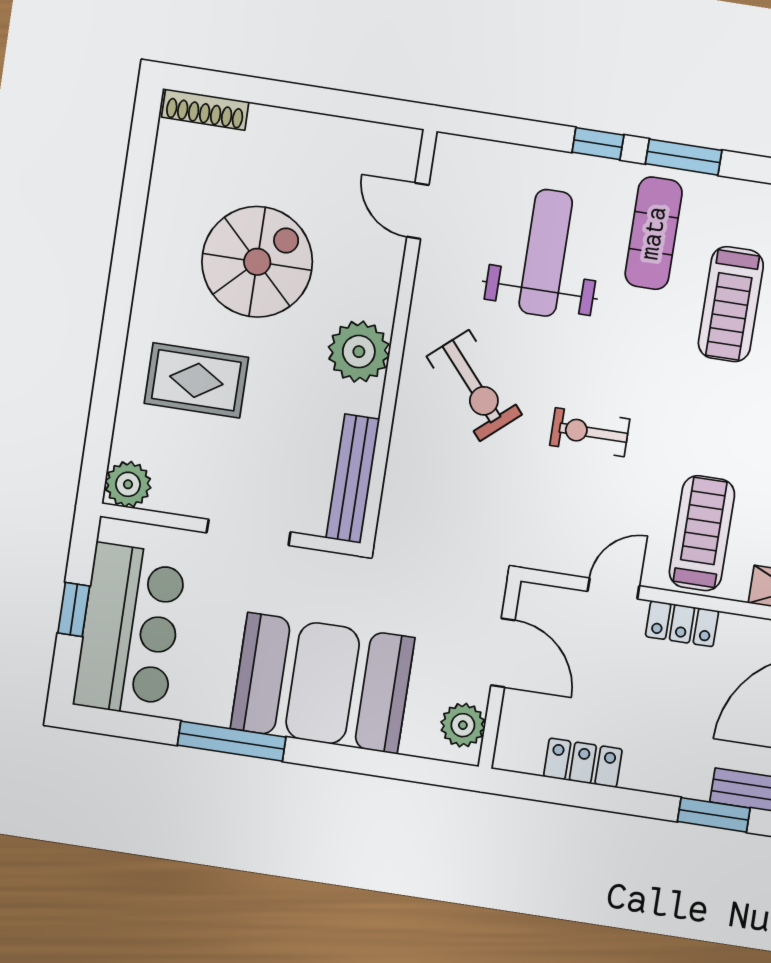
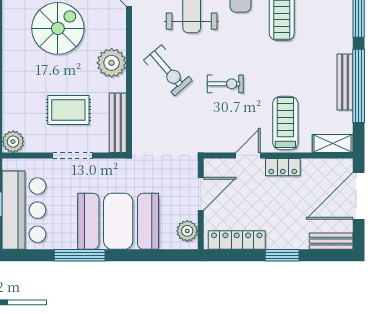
rug: (196, 380) -> (68, 110), moved
exercise bike: (590, 432) -> (225, 84), turned 180
door: (503, 653) -> (201, 194), hinge flipped
locker: (583, 763) -> (237, 240), width x1.53
window: (714, 815) -> (282, 255), moved

